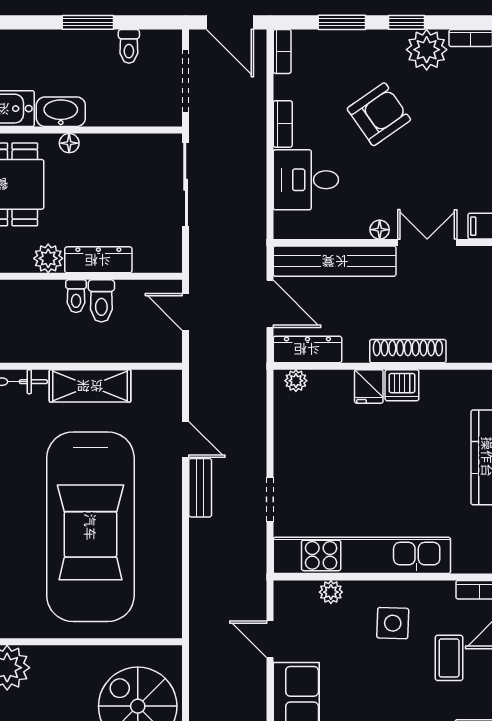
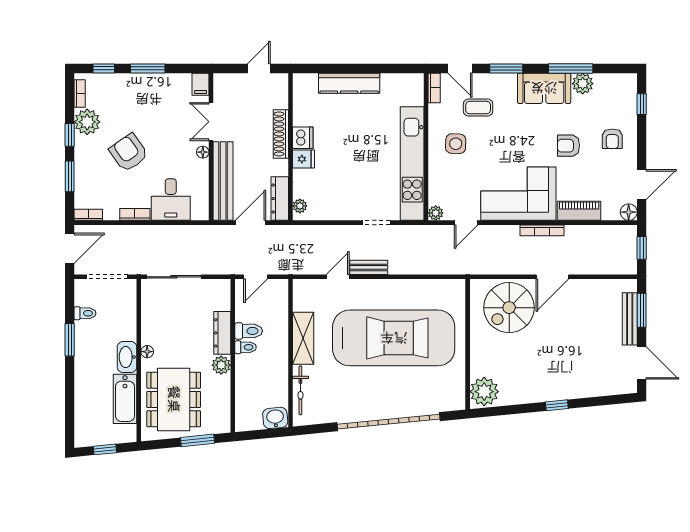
plant: (331, 592) -> (436, 213), moved

